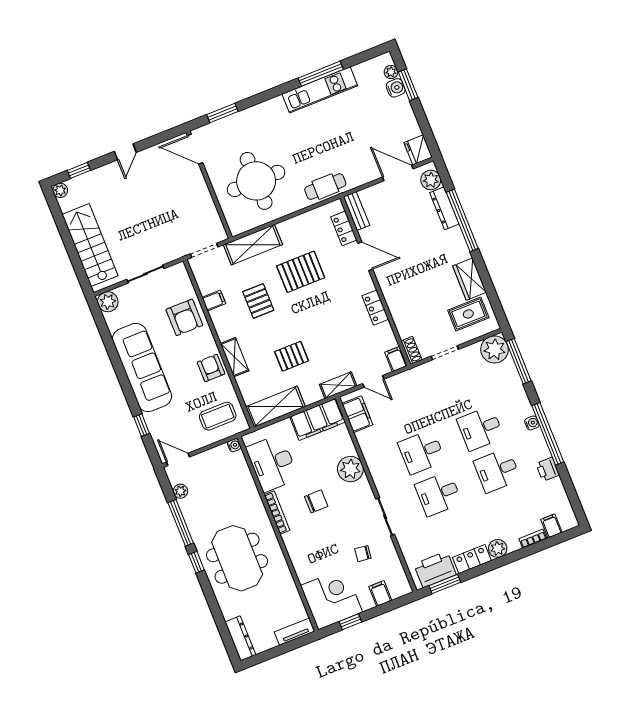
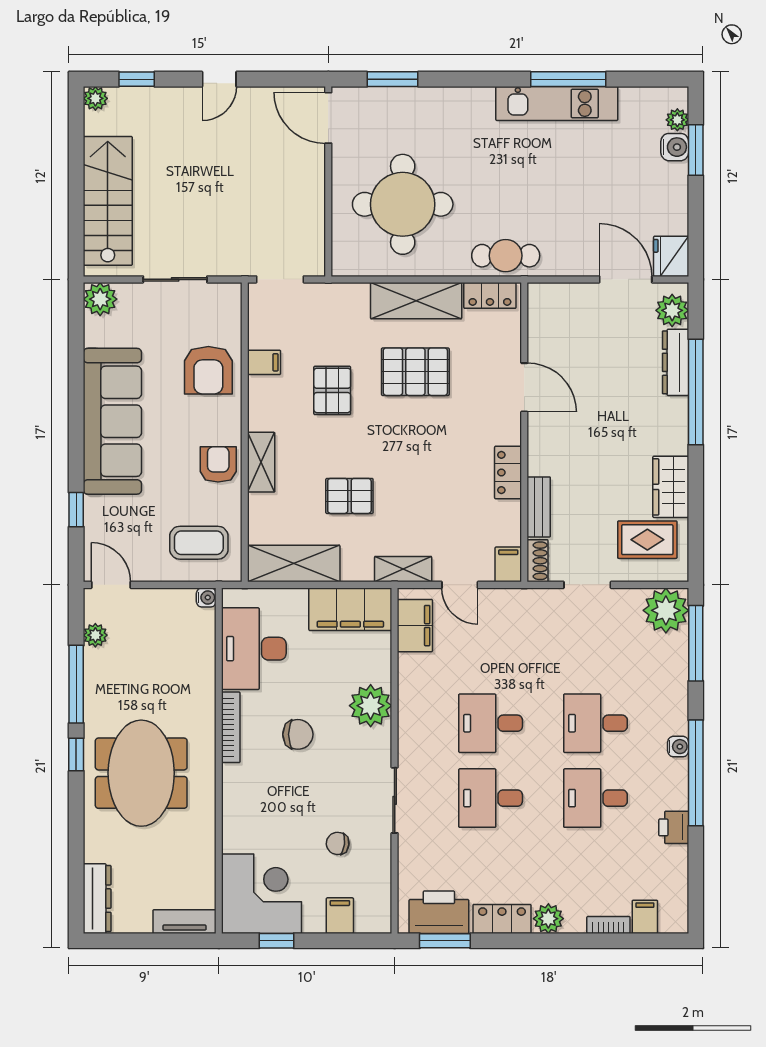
bench: (357, 211) -> (539, 507), moved
locker: (344, 228) -> (490, 295), moved, turned -90
shelving: (253, 245) -> (416, 301), moved

